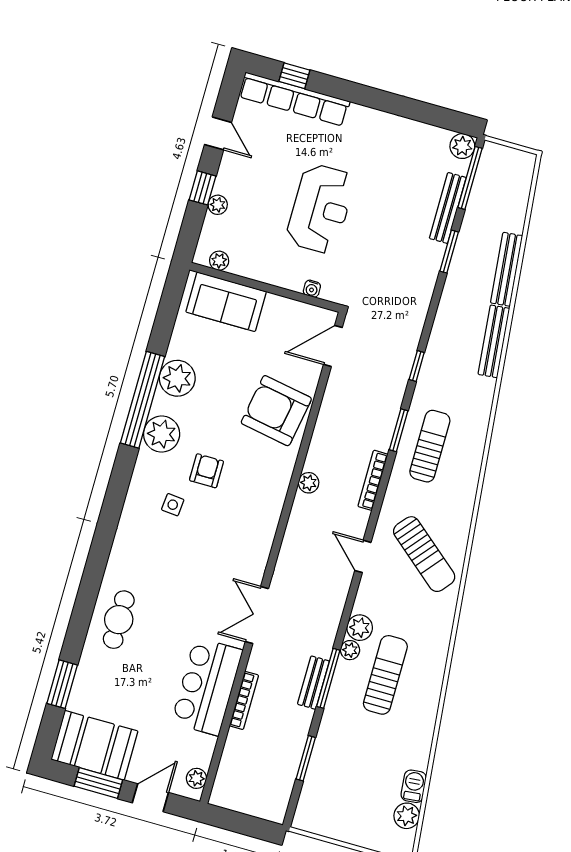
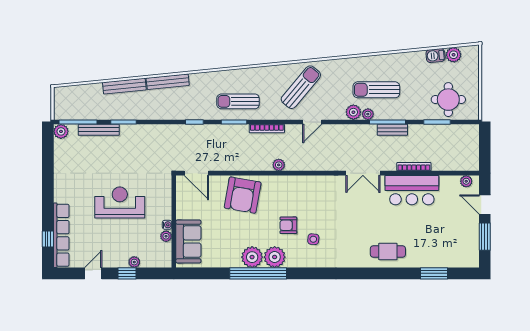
plant: (219, 261) -> (166, 236), moved
water cooler: (312, 289) -> (167, 225), moved
plant: (177, 378) -> (252, 257), moved
booth: (94, 745) -> (464, 245), removed
round table: (337, 787) -> (448, 100), added

